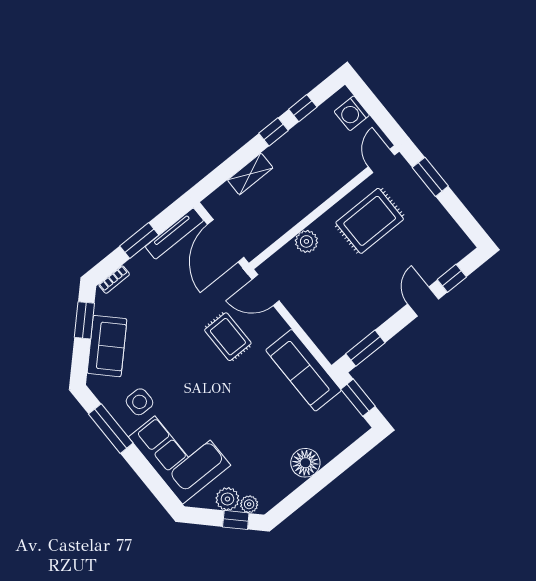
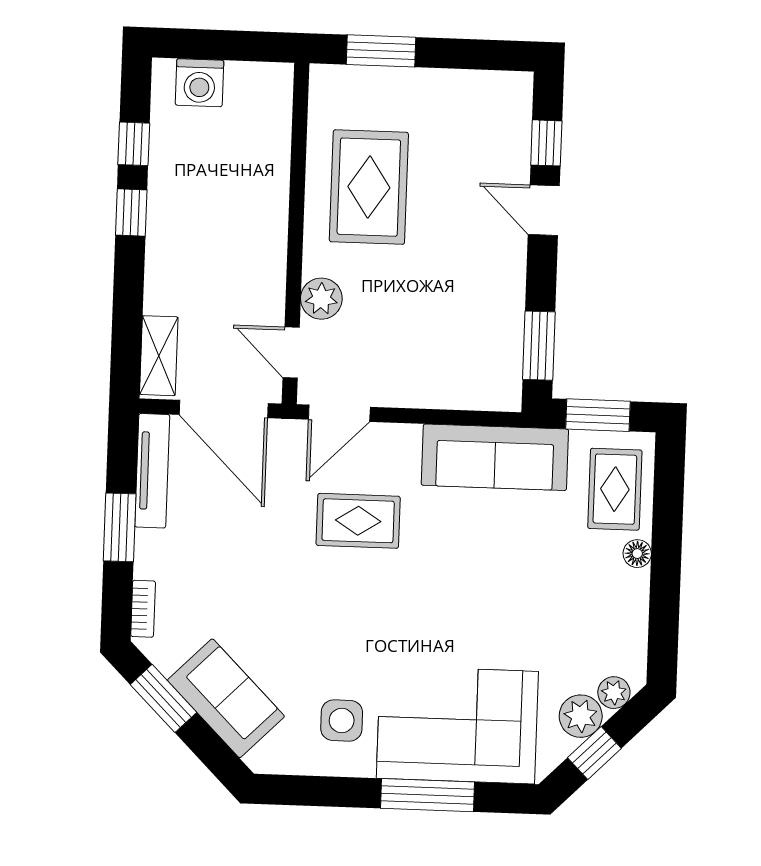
door: (381, 161) -> (291, 352), moved
shelving: (250, 174) -> (159, 356), moved
window: (111, 429) -> (427, 795), moved
rug: (334, 431) -> (615, 489), added
floor lamp: (305, 463) -> (637, 554), width x0.53, depth x0.53
window: (236, 520) -> (594, 753), moved

